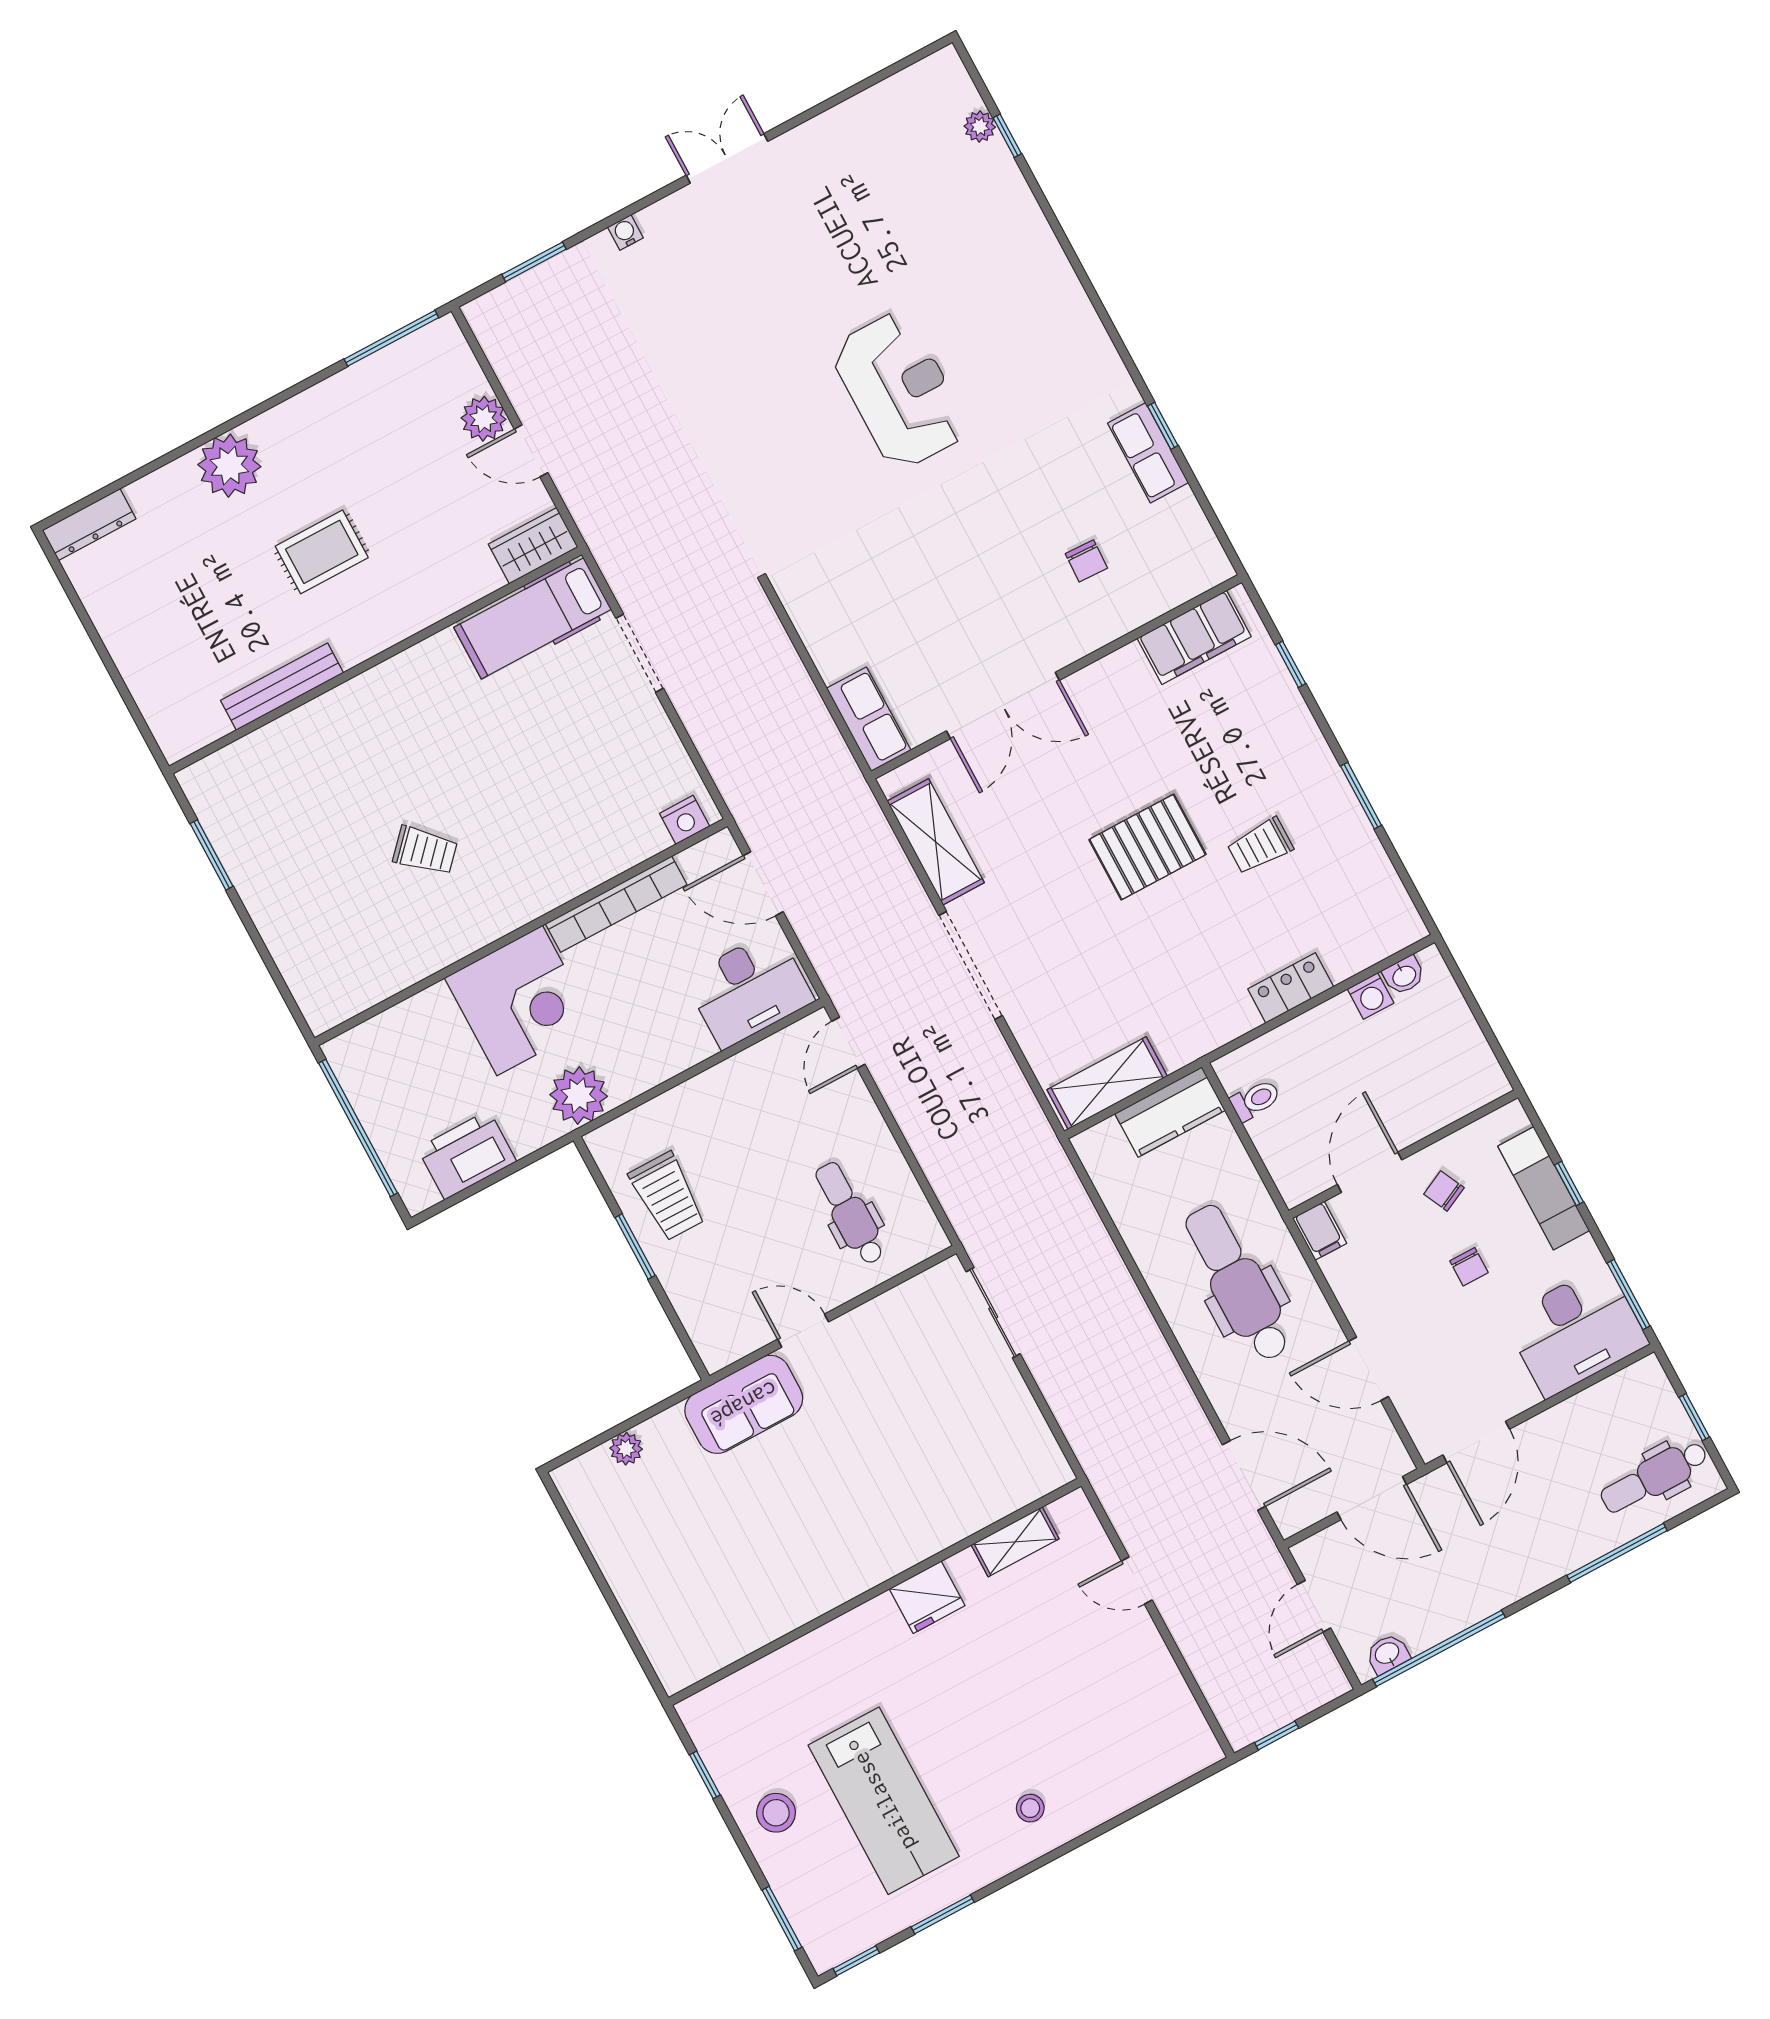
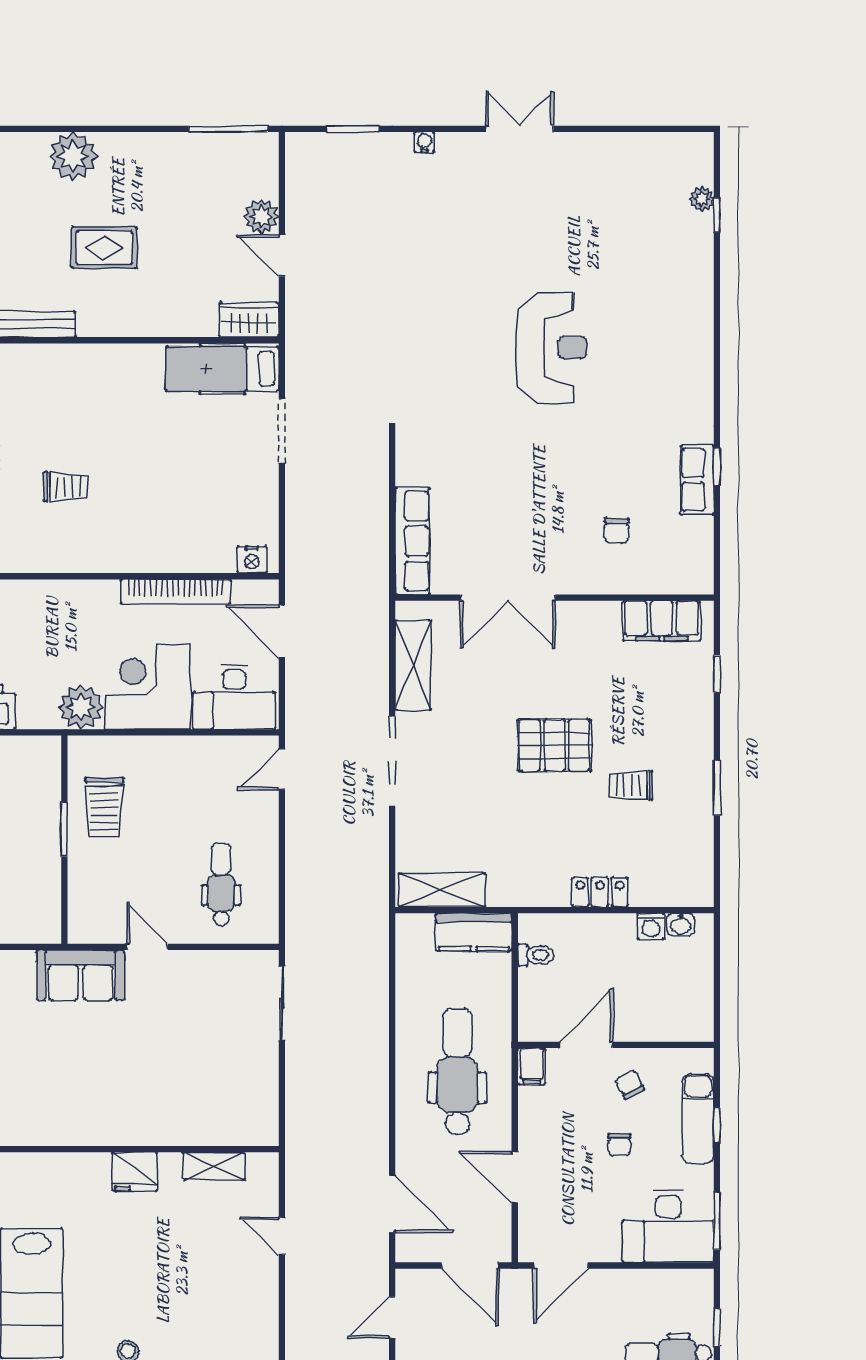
row of seats: (869, 719) -> (413, 541), width x1.48
trolley: (425, 851) -> (66, 487), turned -43
corner desk: (520, 1001) -> (148, 687), moved, turned 180

